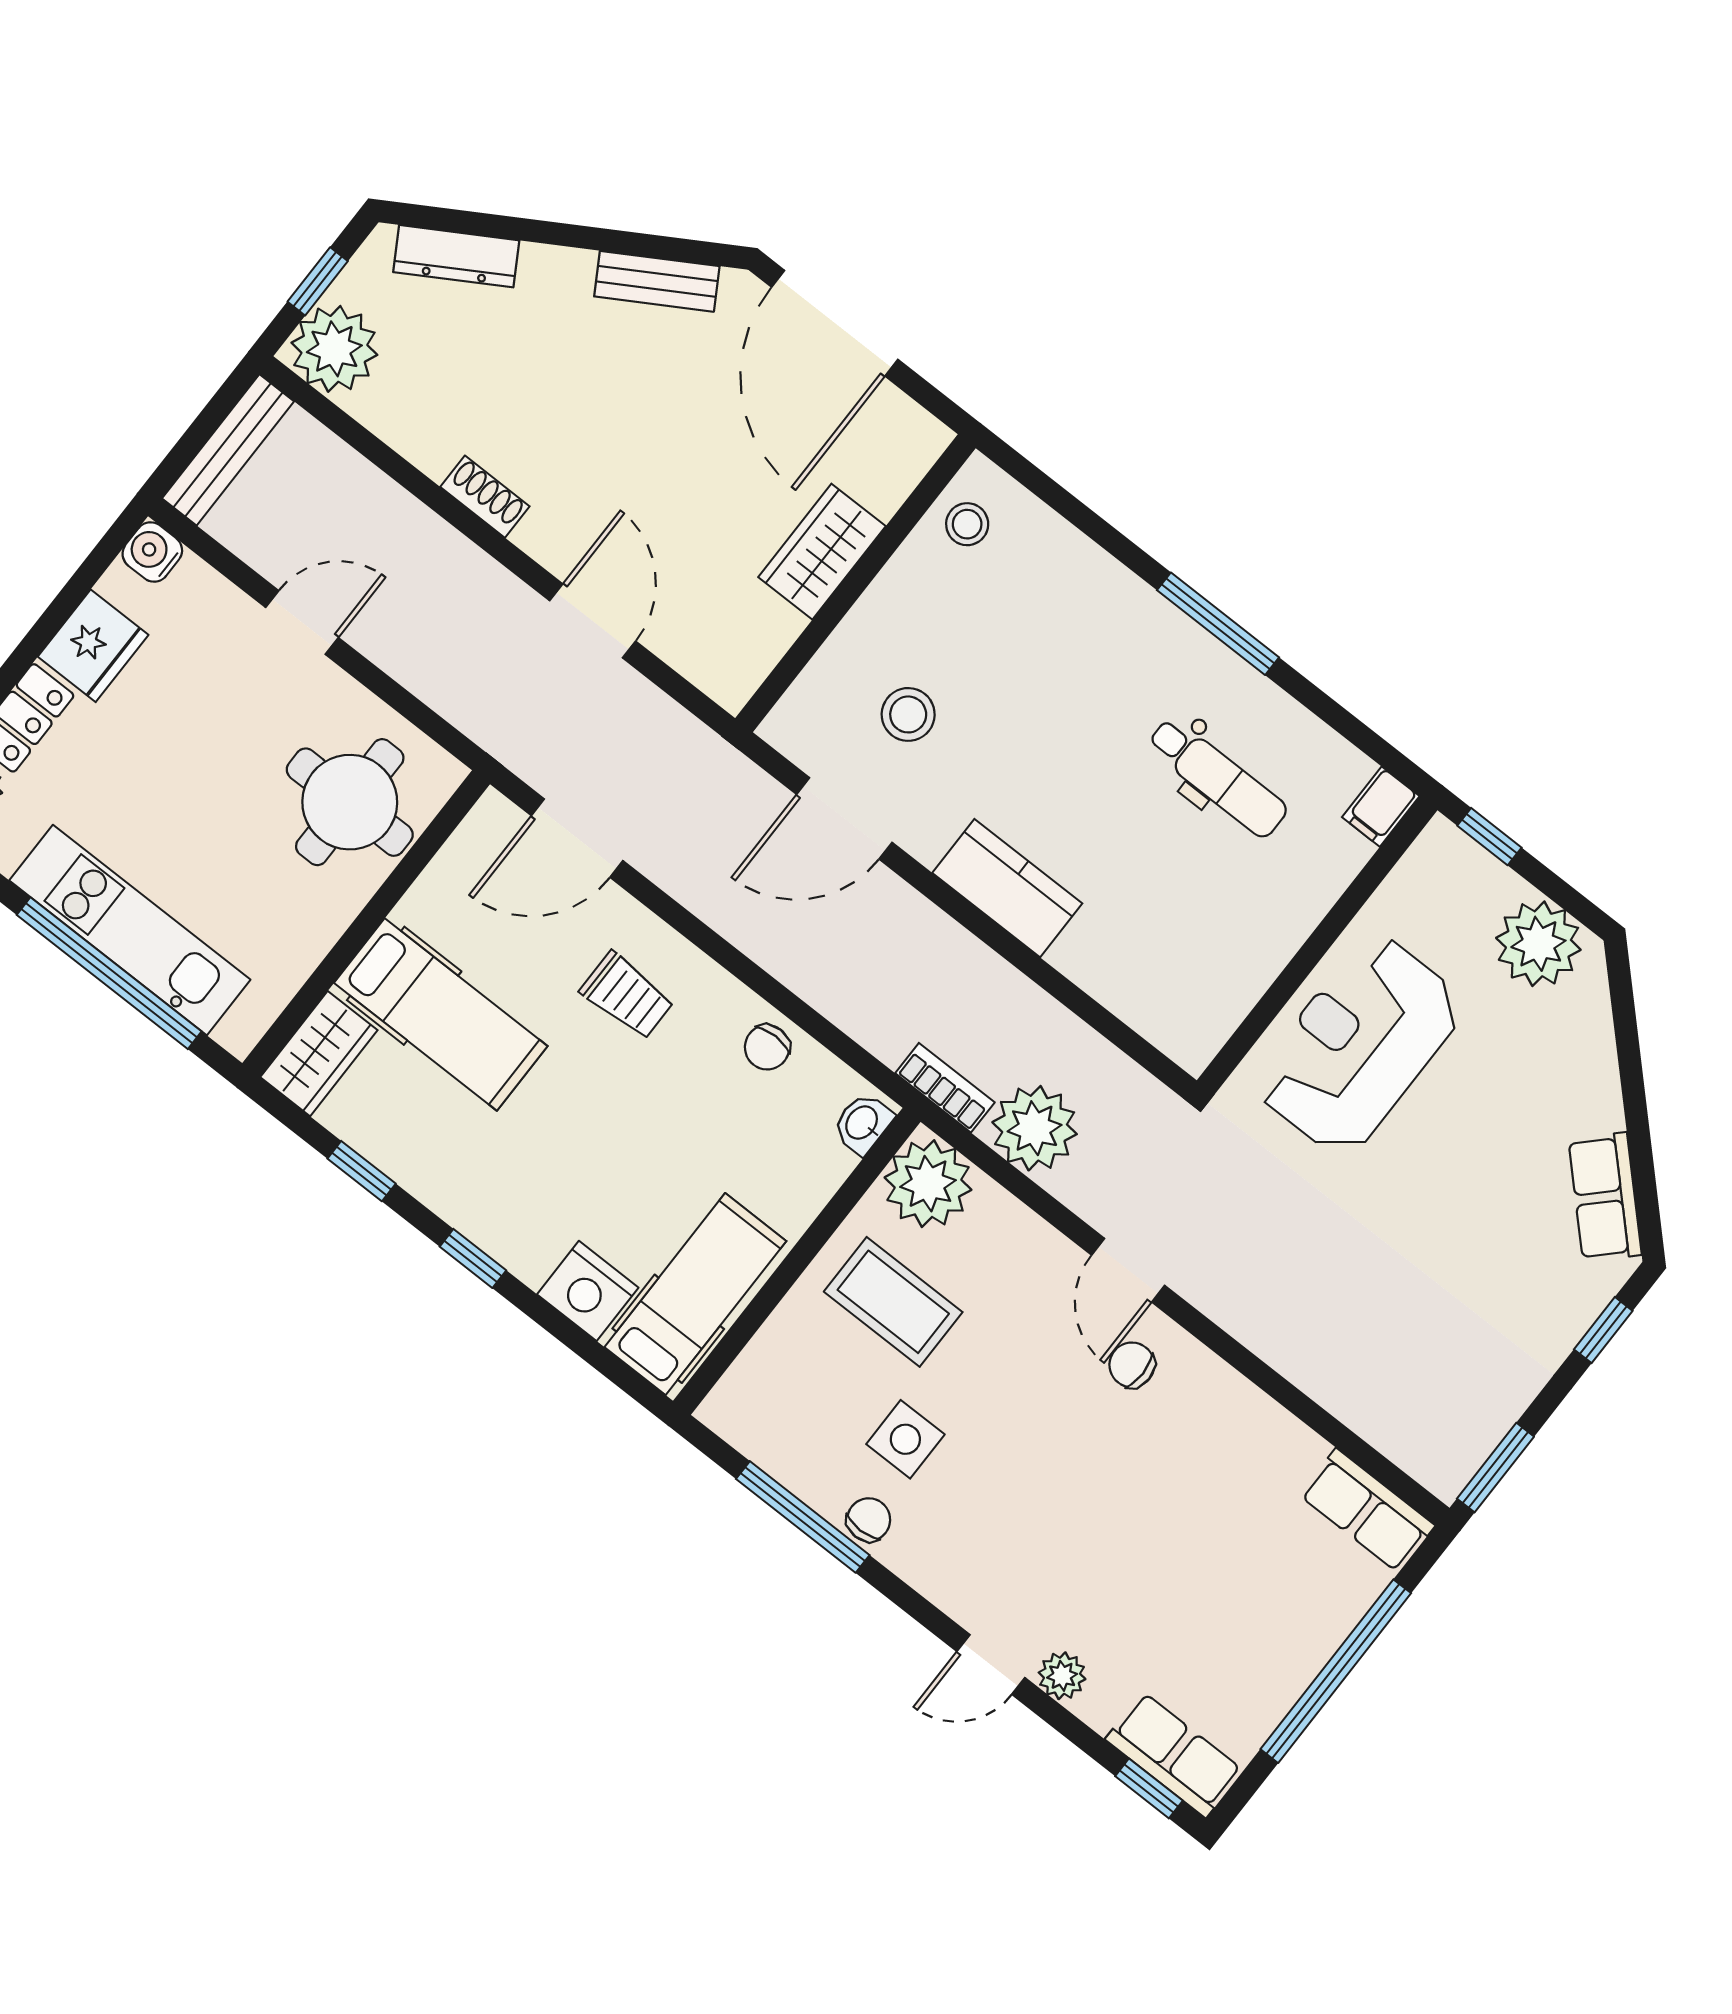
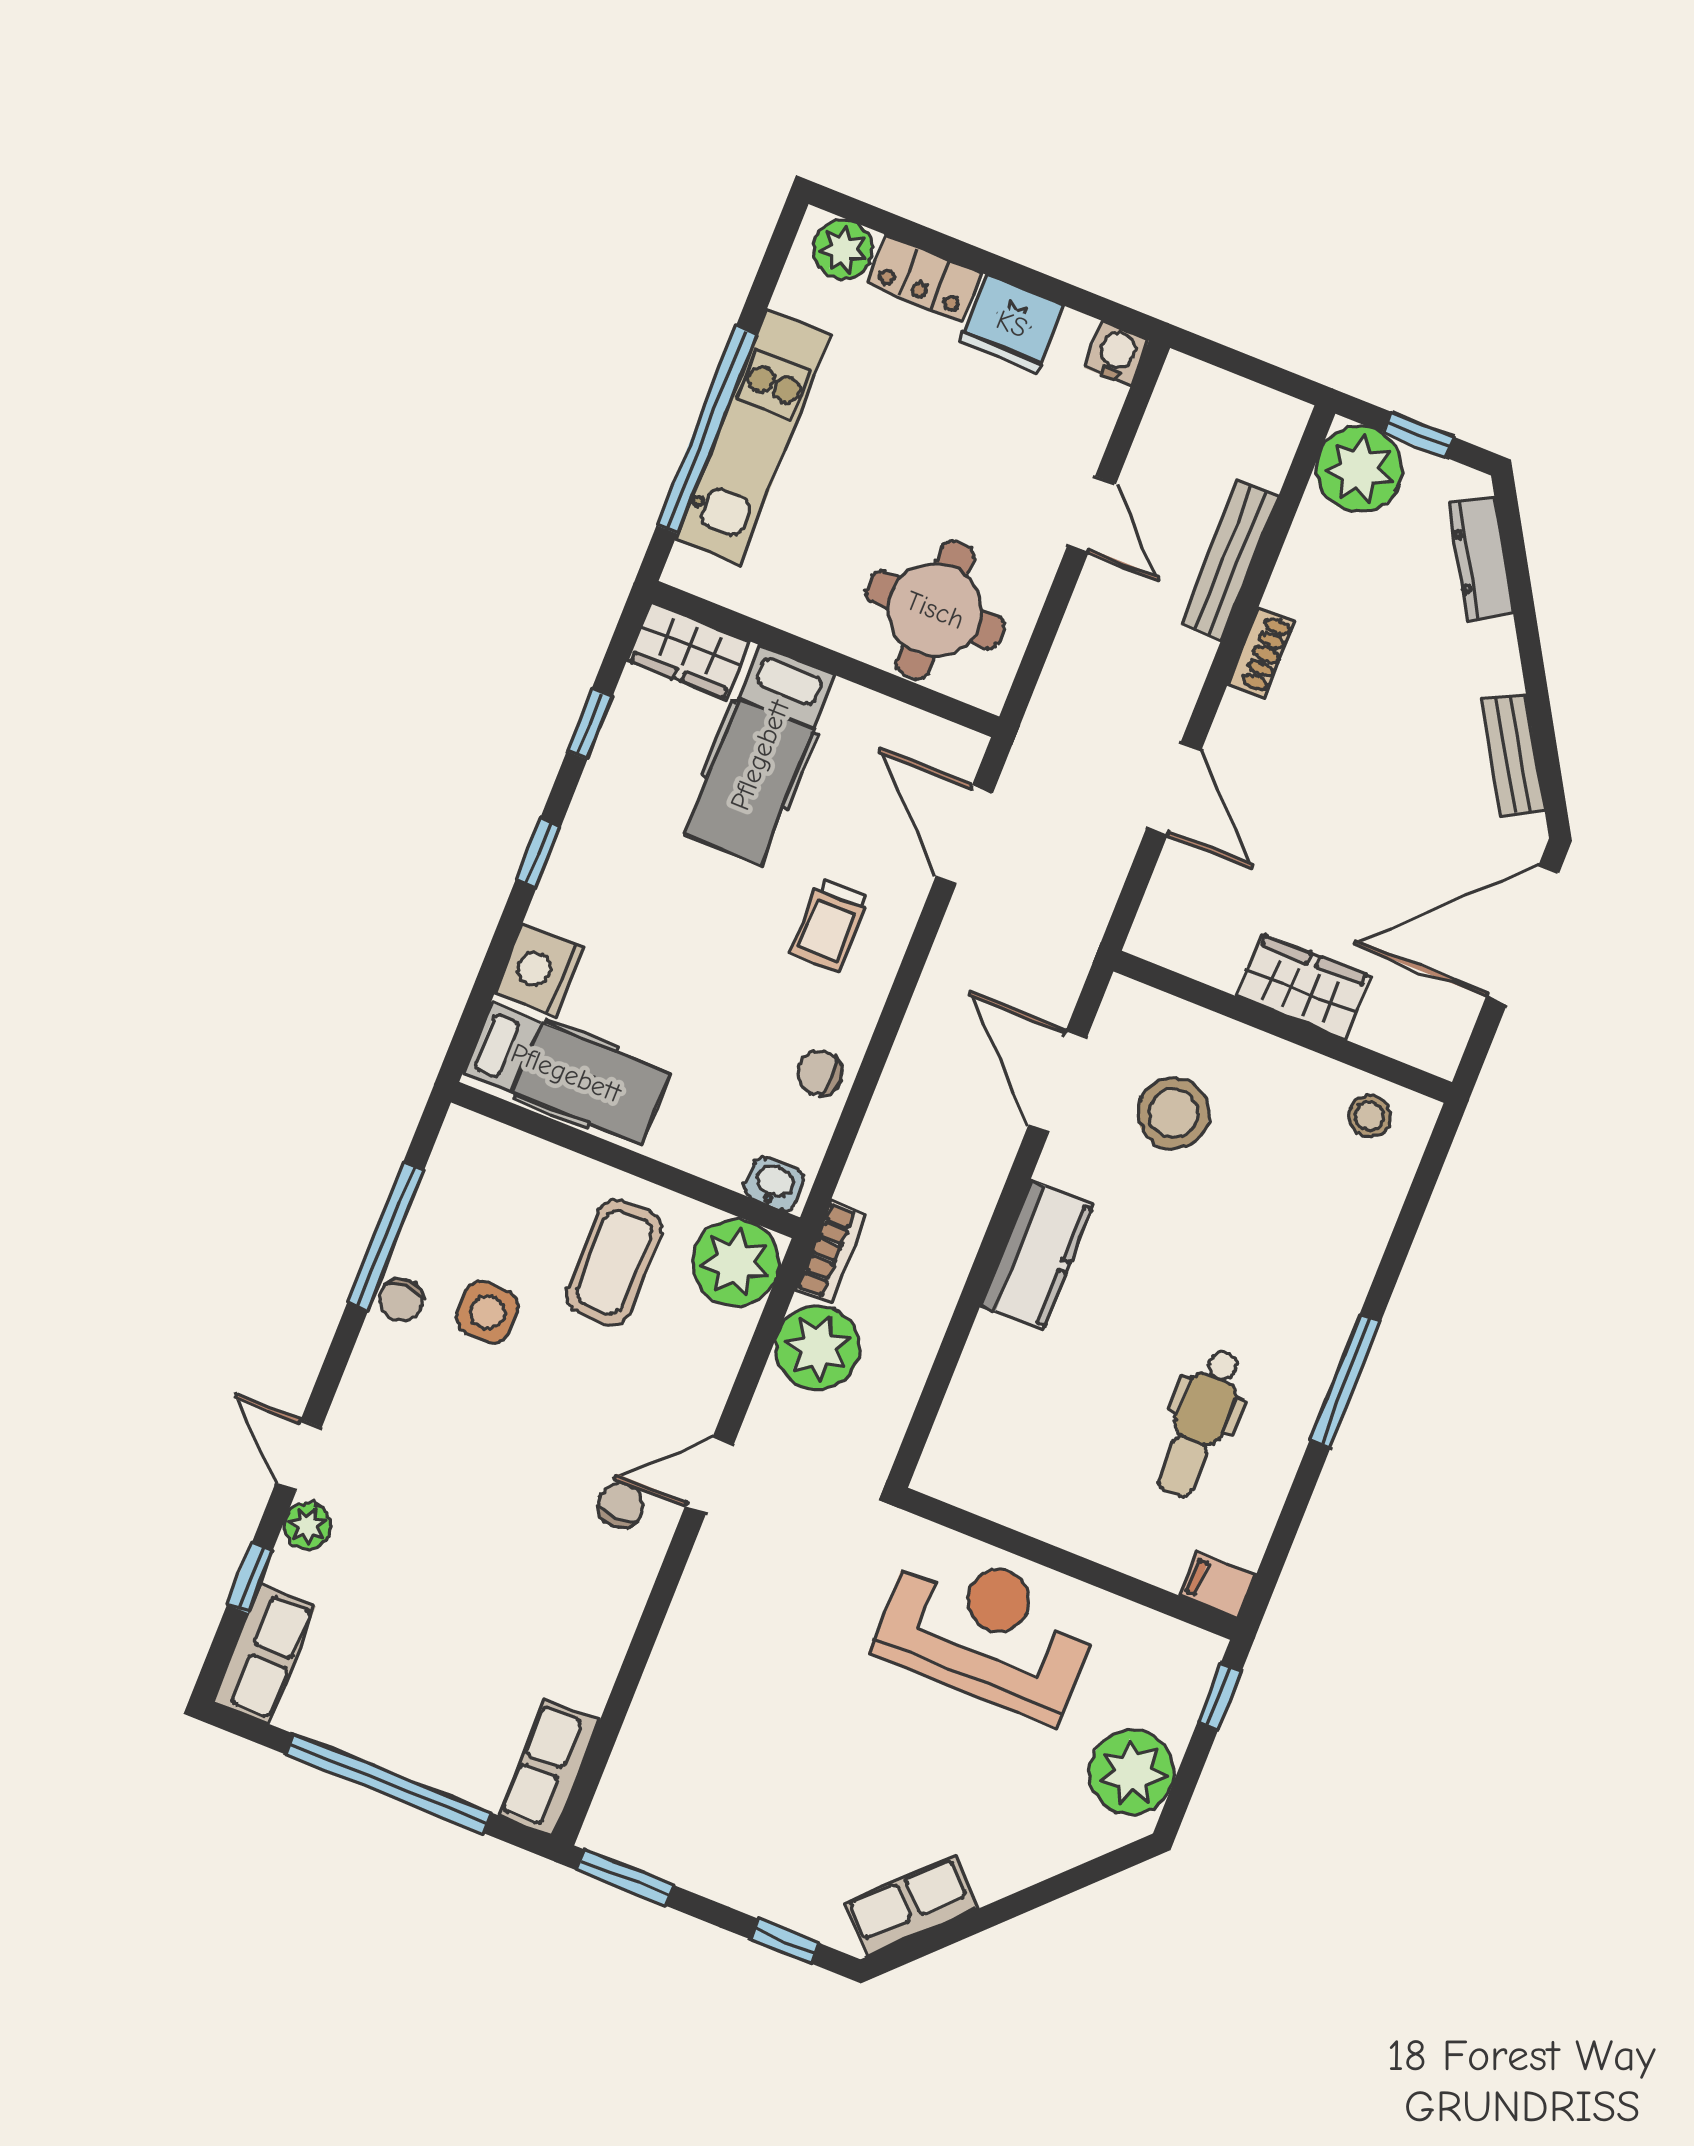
bench: (228, 450) -> (1229, 561), moved, turned 90
door: (593, 621) -> (1174, 789), hinge flipped
stool: (908, 714) -> (1173, 1113), width x1.38, depth x1.38
chair: (869, 1520) -> (401, 1300), turned 90
window: (1149, 1788) -> (250, 1578), moved

